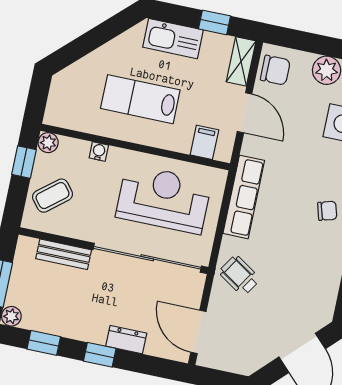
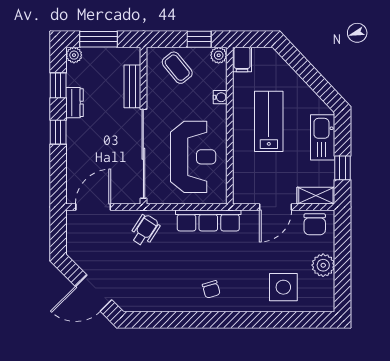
filing cabinet: (204, 142) -> (242, 60), moved, turned 90
dresser: (126, 340) -> (75, 103), moved

